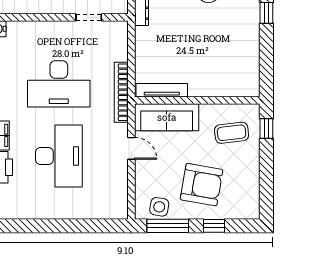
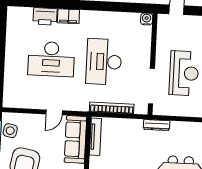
doorway: (89, 17) -> (151, 86), width x1.88
bookcase: (121, 92) -> (112, 108), moved

